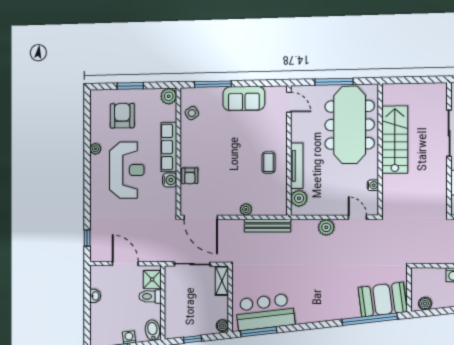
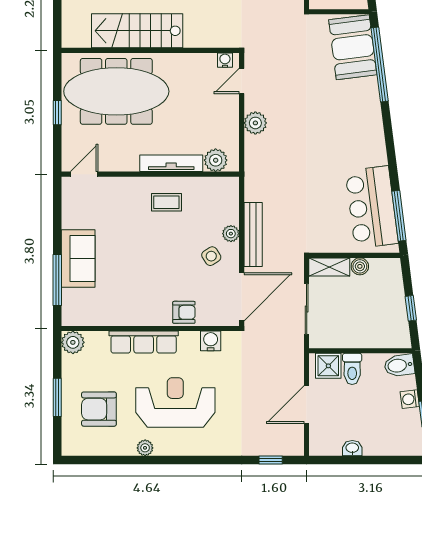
window: (334, 82) -> (57, 113), width x0.46
sofa: (244, 99) -> (78, 258), moved
side table: (192, 113) -> (211, 256), moved
water cooler: (170, 180) -> (211, 341), moved
water cooler: (373, 185) -> (225, 60), moved
bench: (267, 226) -> (253, 235), moved
boiler: (222, 326) -> (360, 266), moved

